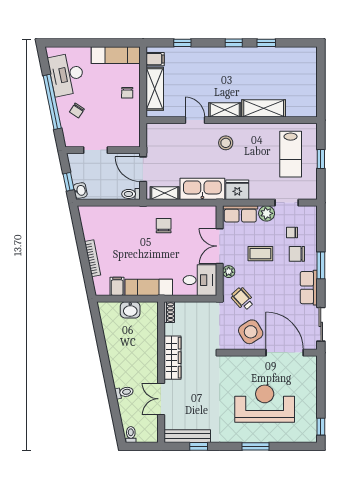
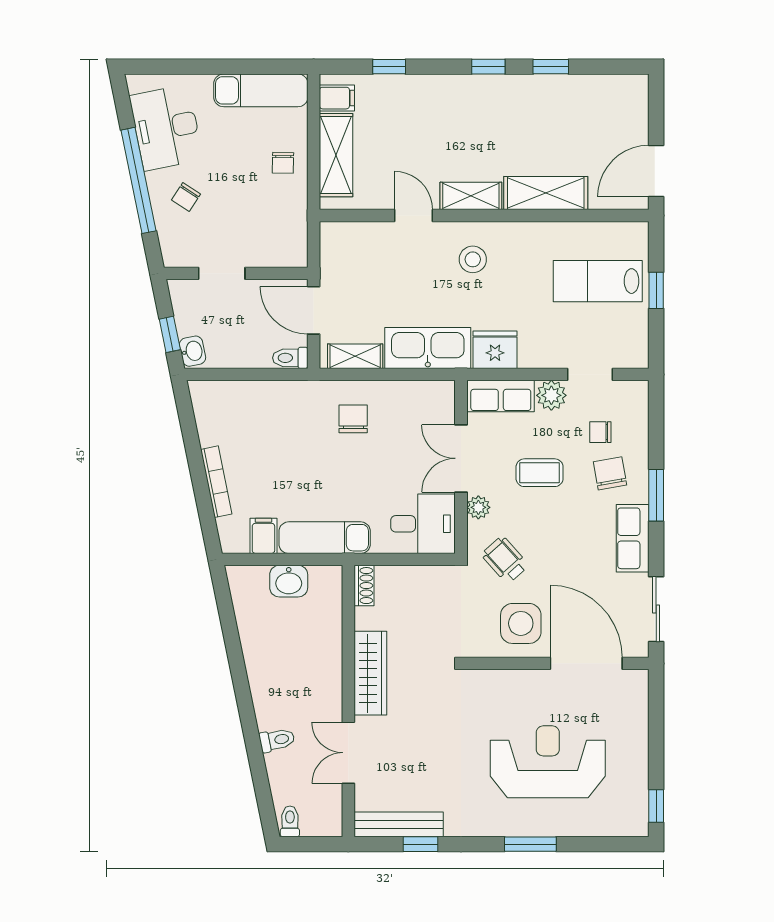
door: (321, 97) -> (656, 171), added
lab bench: (291, 154) -> (598, 281), turned 90
chair: (297, 254) -> (610, 473), turned 80
side table: (251, 332) -> (521, 623), turned 32

